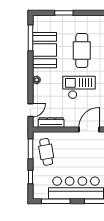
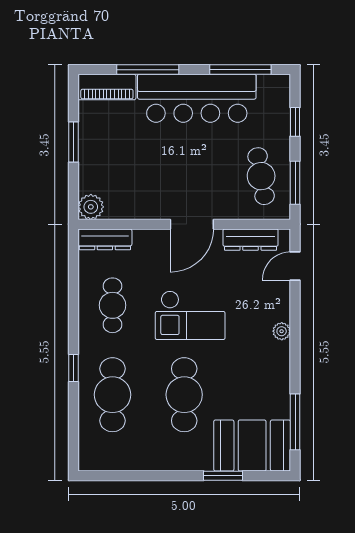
booth: (44, 50) -> (252, 446), moved, turned 90
door: (89, 130) -> (192, 224), moved

